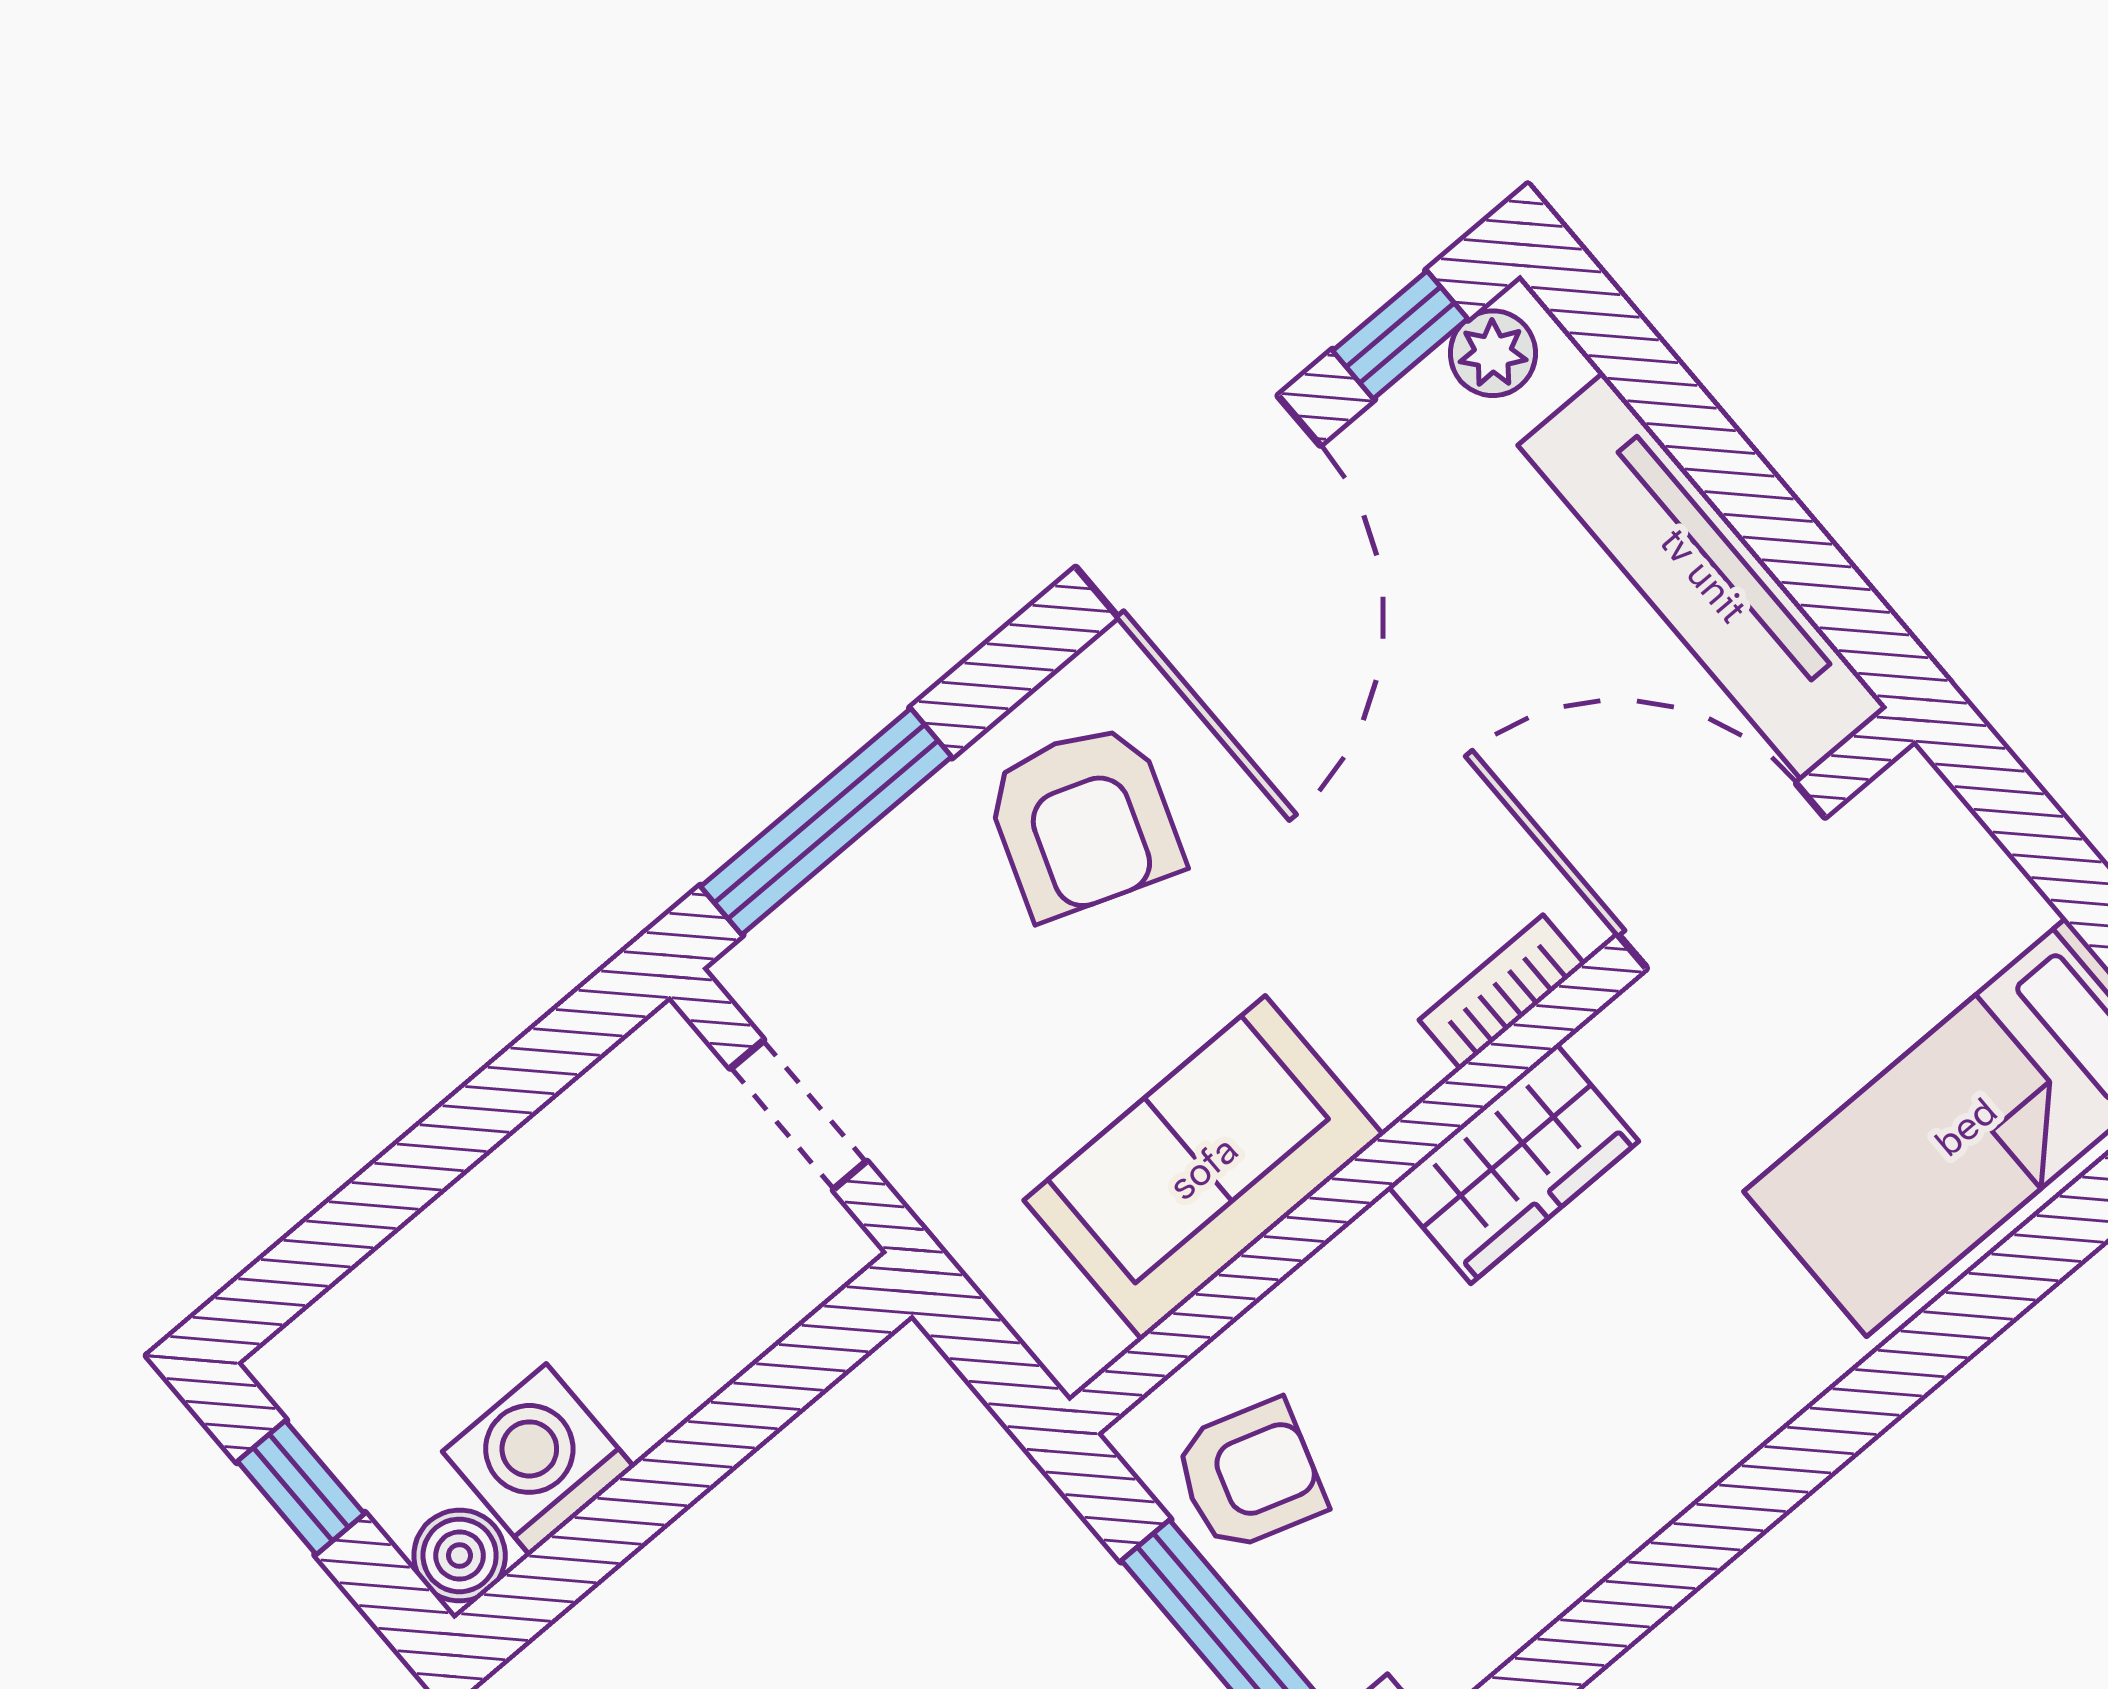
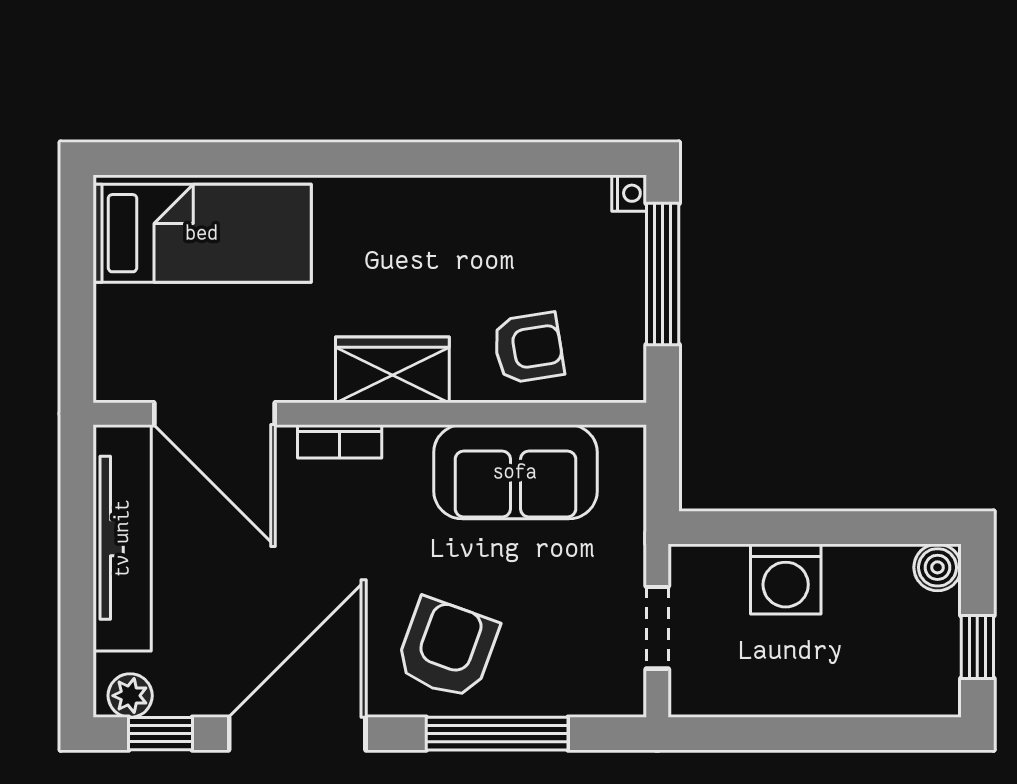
window: (826, 822) -> (497, 734), moved
washing machine: (538, 1459) -> (786, 579), moved
armchair: (1250, 1475) -> (528, 348), moved, turned 153

